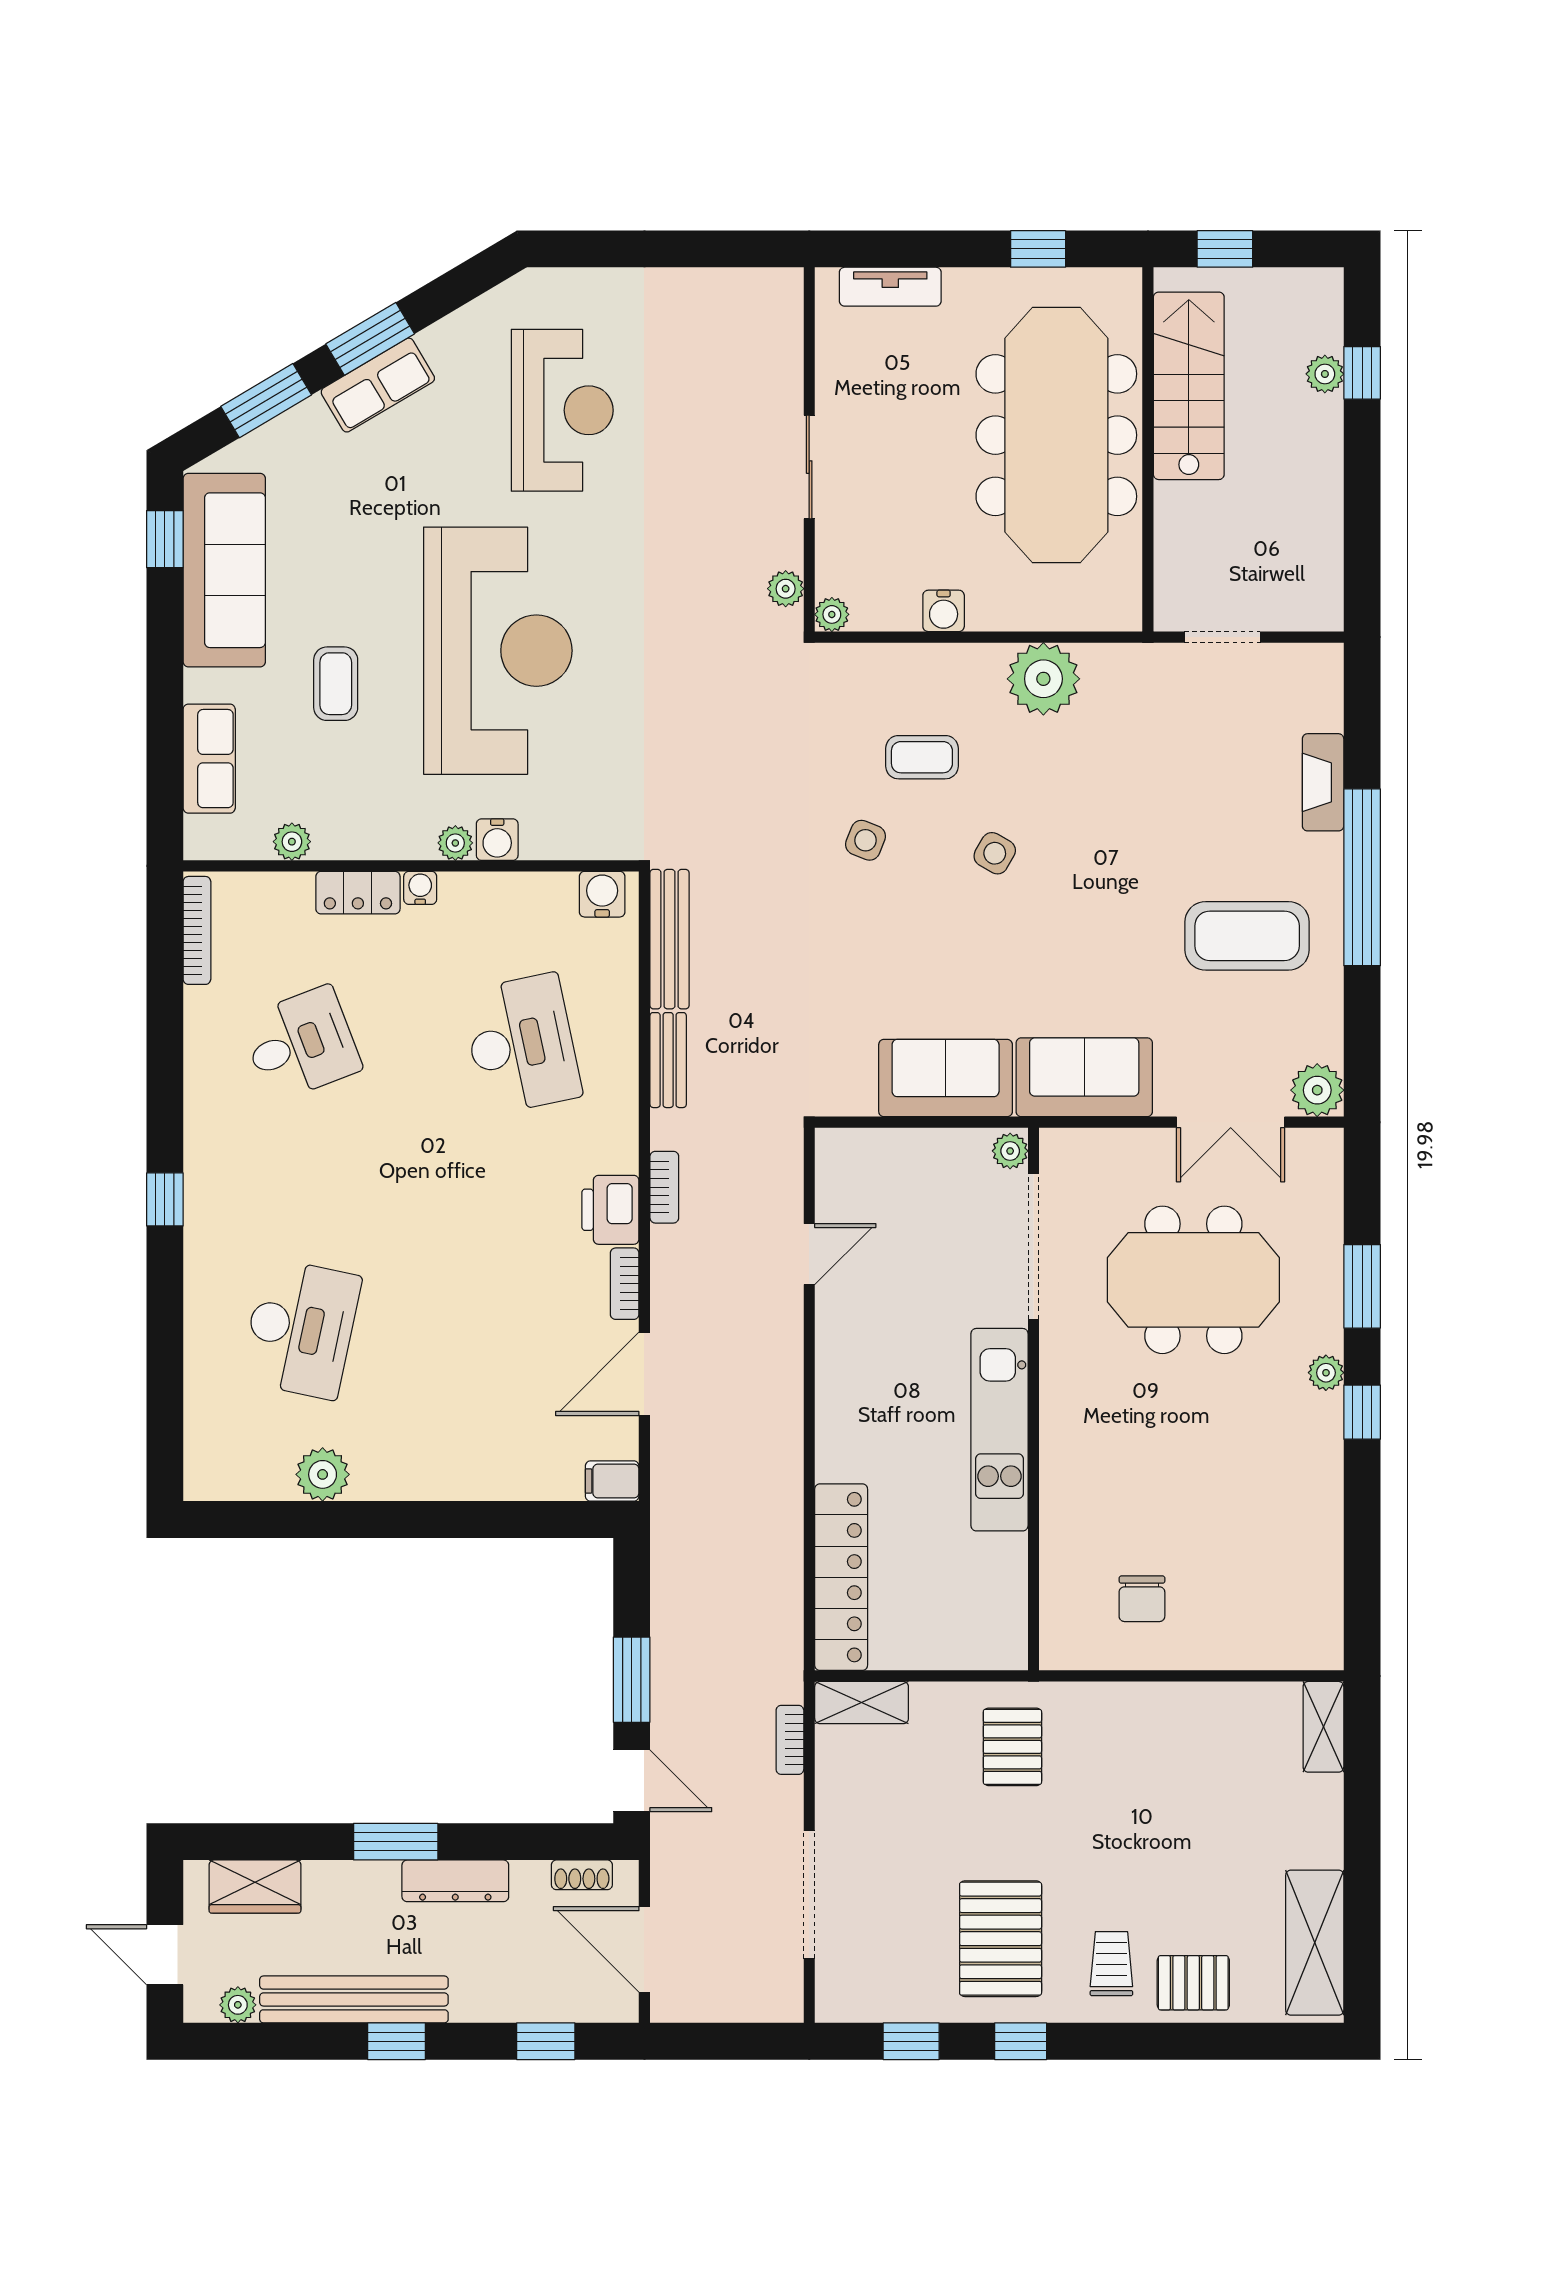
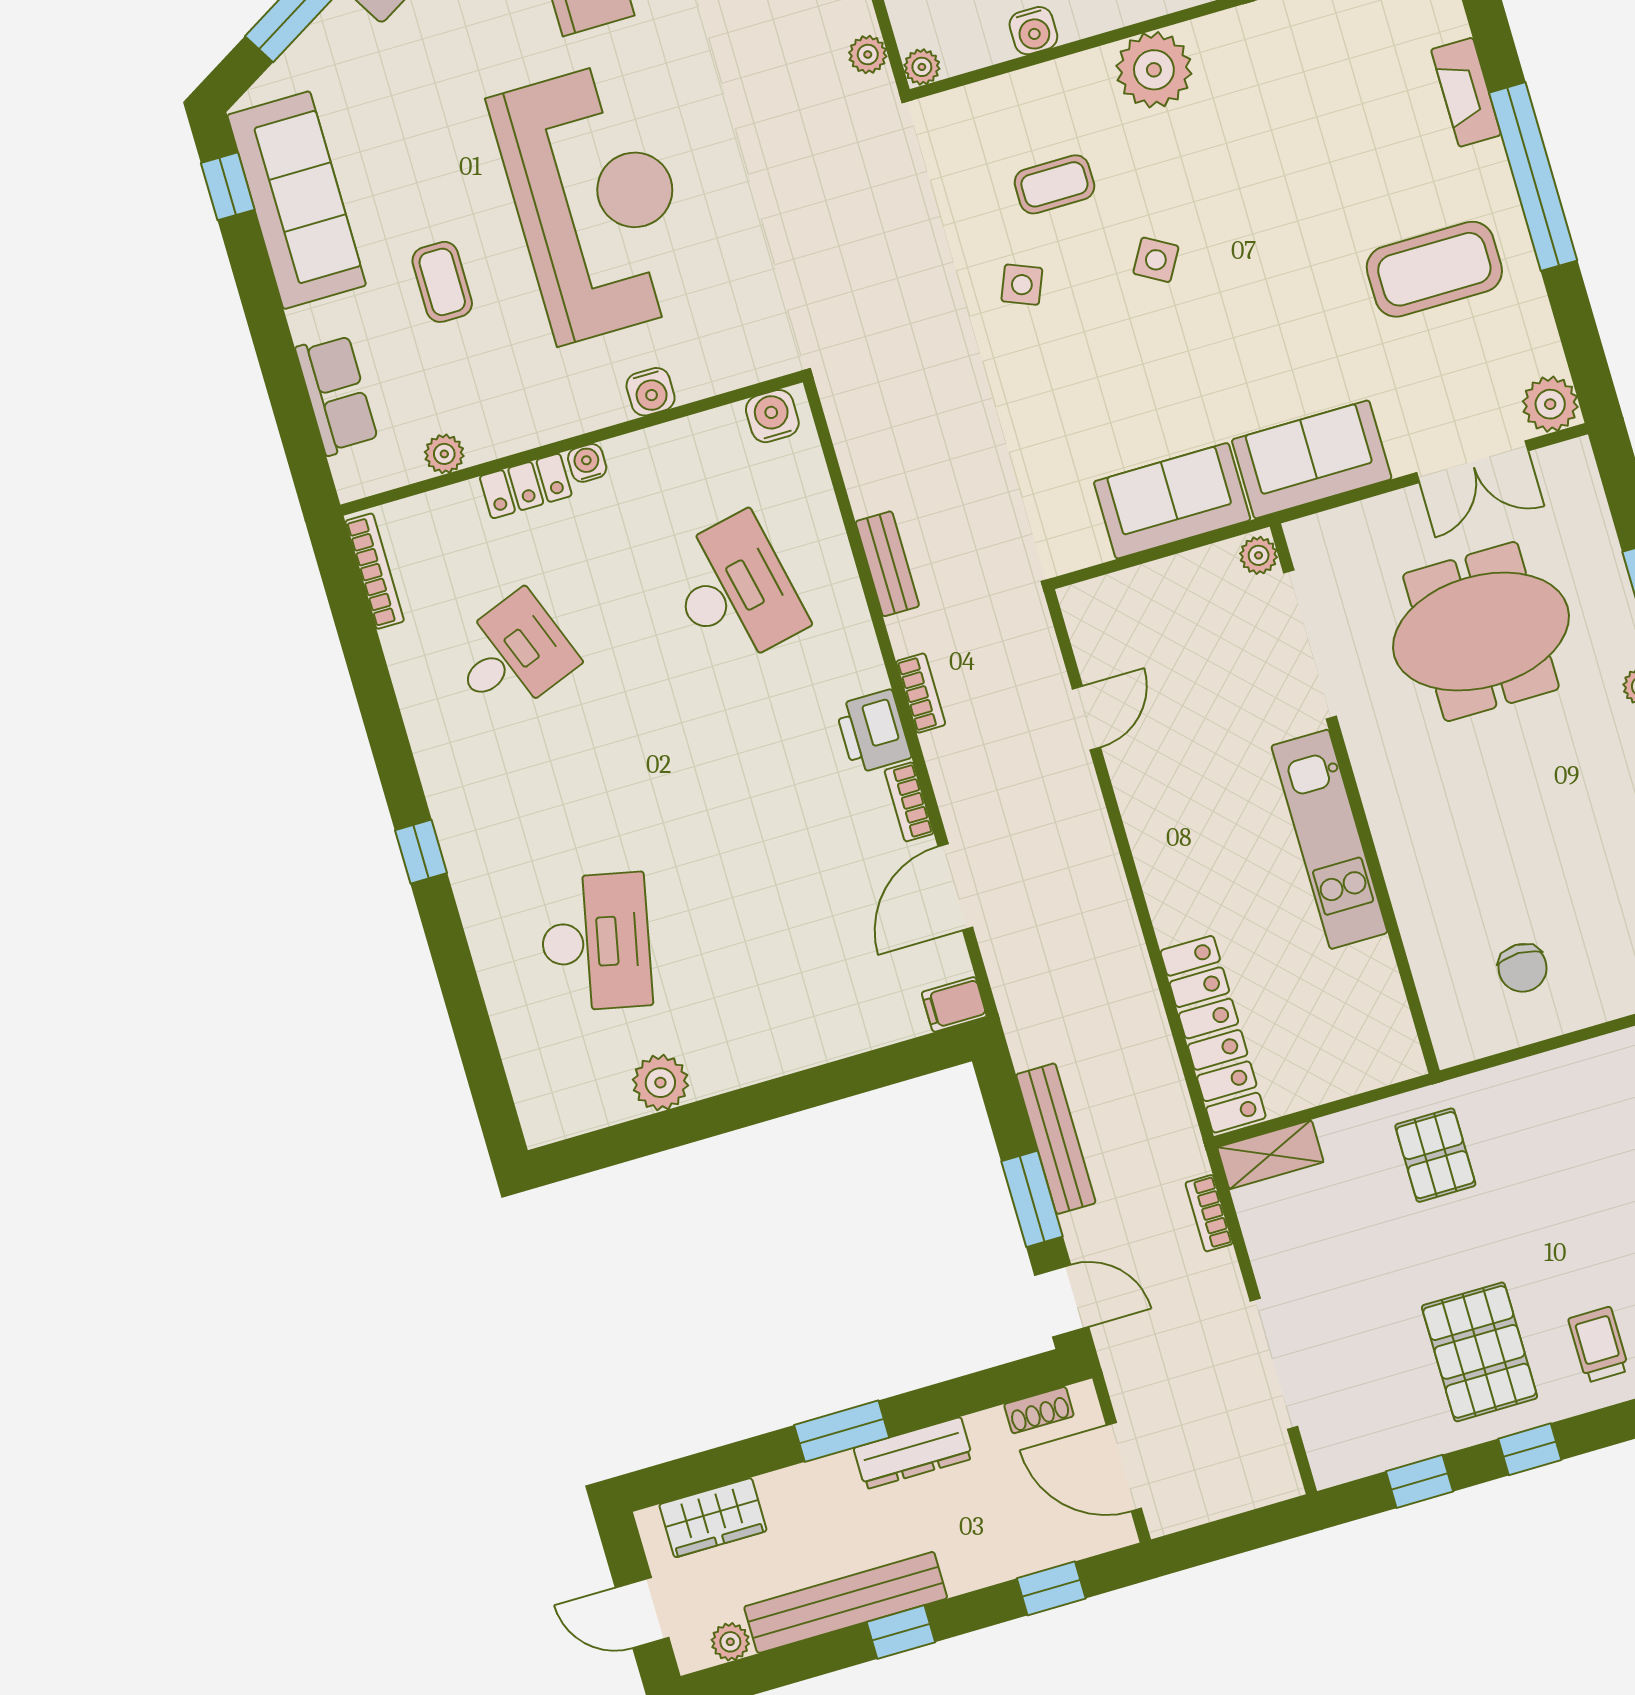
plant: (455, 843) -> (609, 407), removed
bench: (669, 939) -> (1056, 1139), moved

